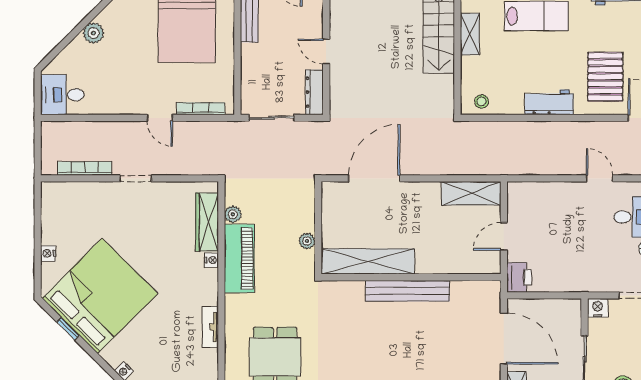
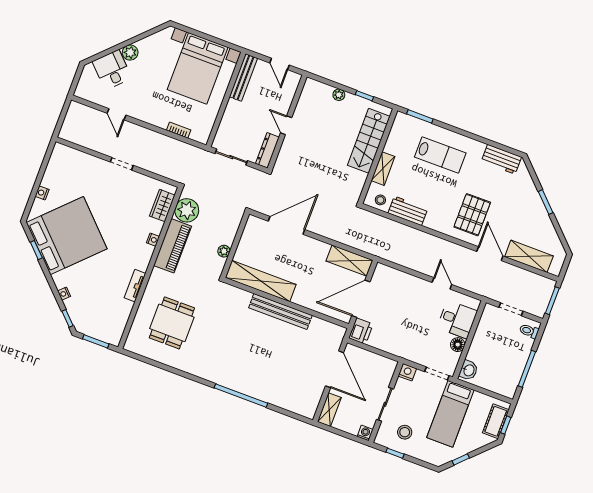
shelving: (470, 34) -> (383, 169), moved
desk: (62, 95) -> (112, 70), moved, turned 45
workbench: (549, 102) -> (408, 211), moved
bookcase: (201, 109) -> (179, 130), width x0.64
door: (160, 118) -> (117, 114), moved
bookcase: (85, 168) -> (89, 144), removed
plant: (233, 214) -> (187, 210), width x1.87, depth x1.87
wardrobe: (207, 222) -> (162, 206), width x0.67
door: (504, 236) -> (361, 299), width x1.87

